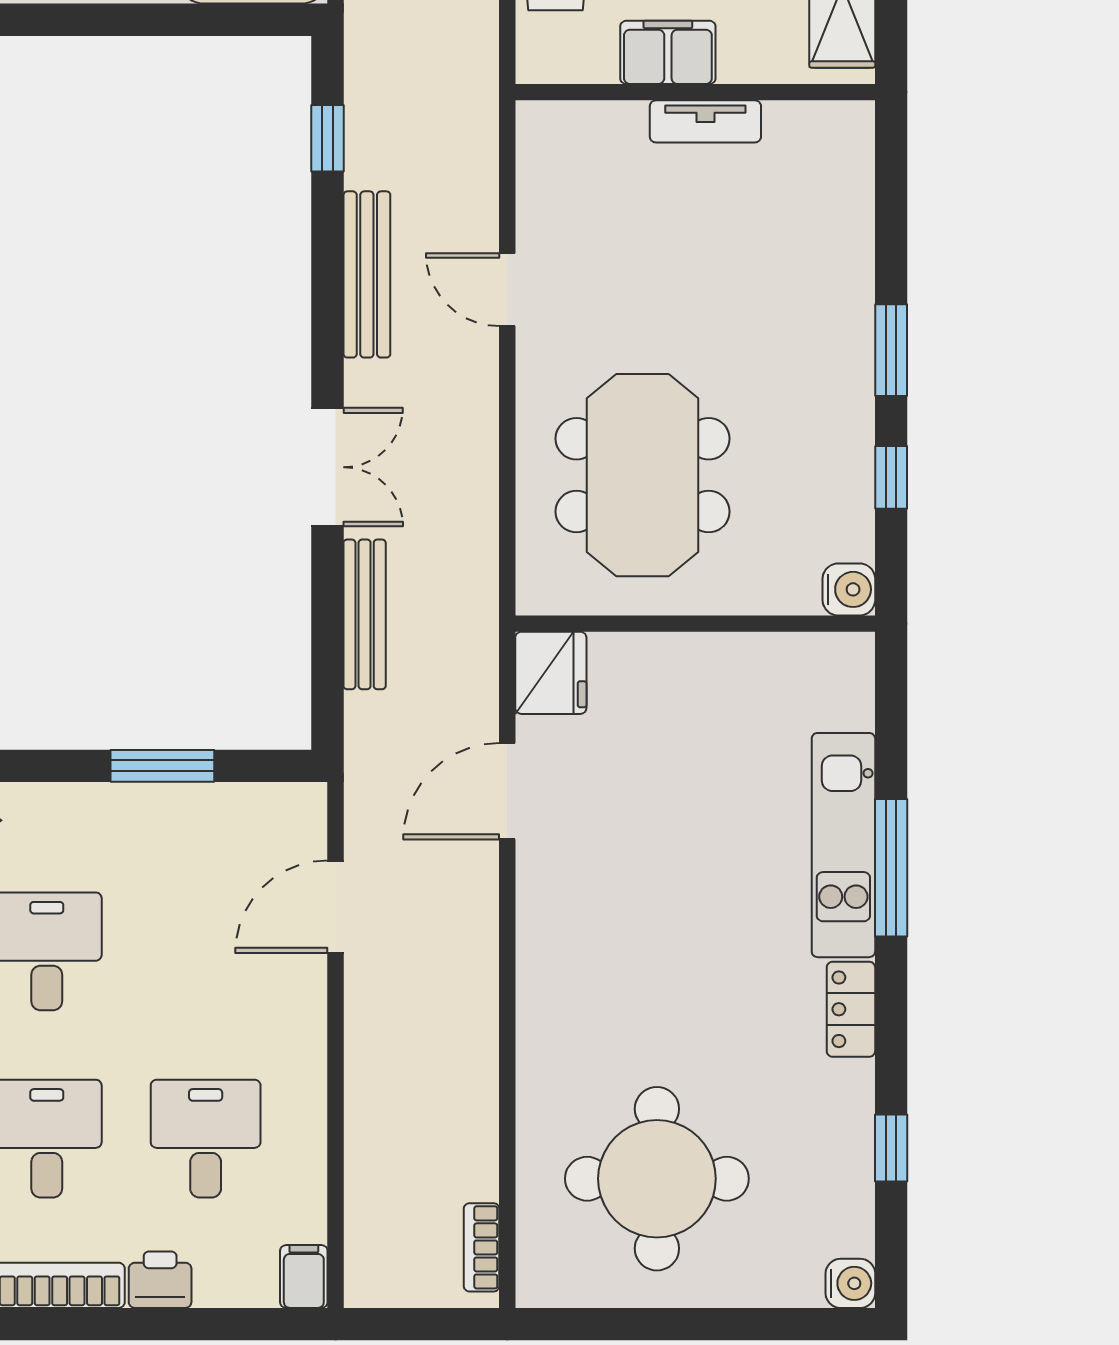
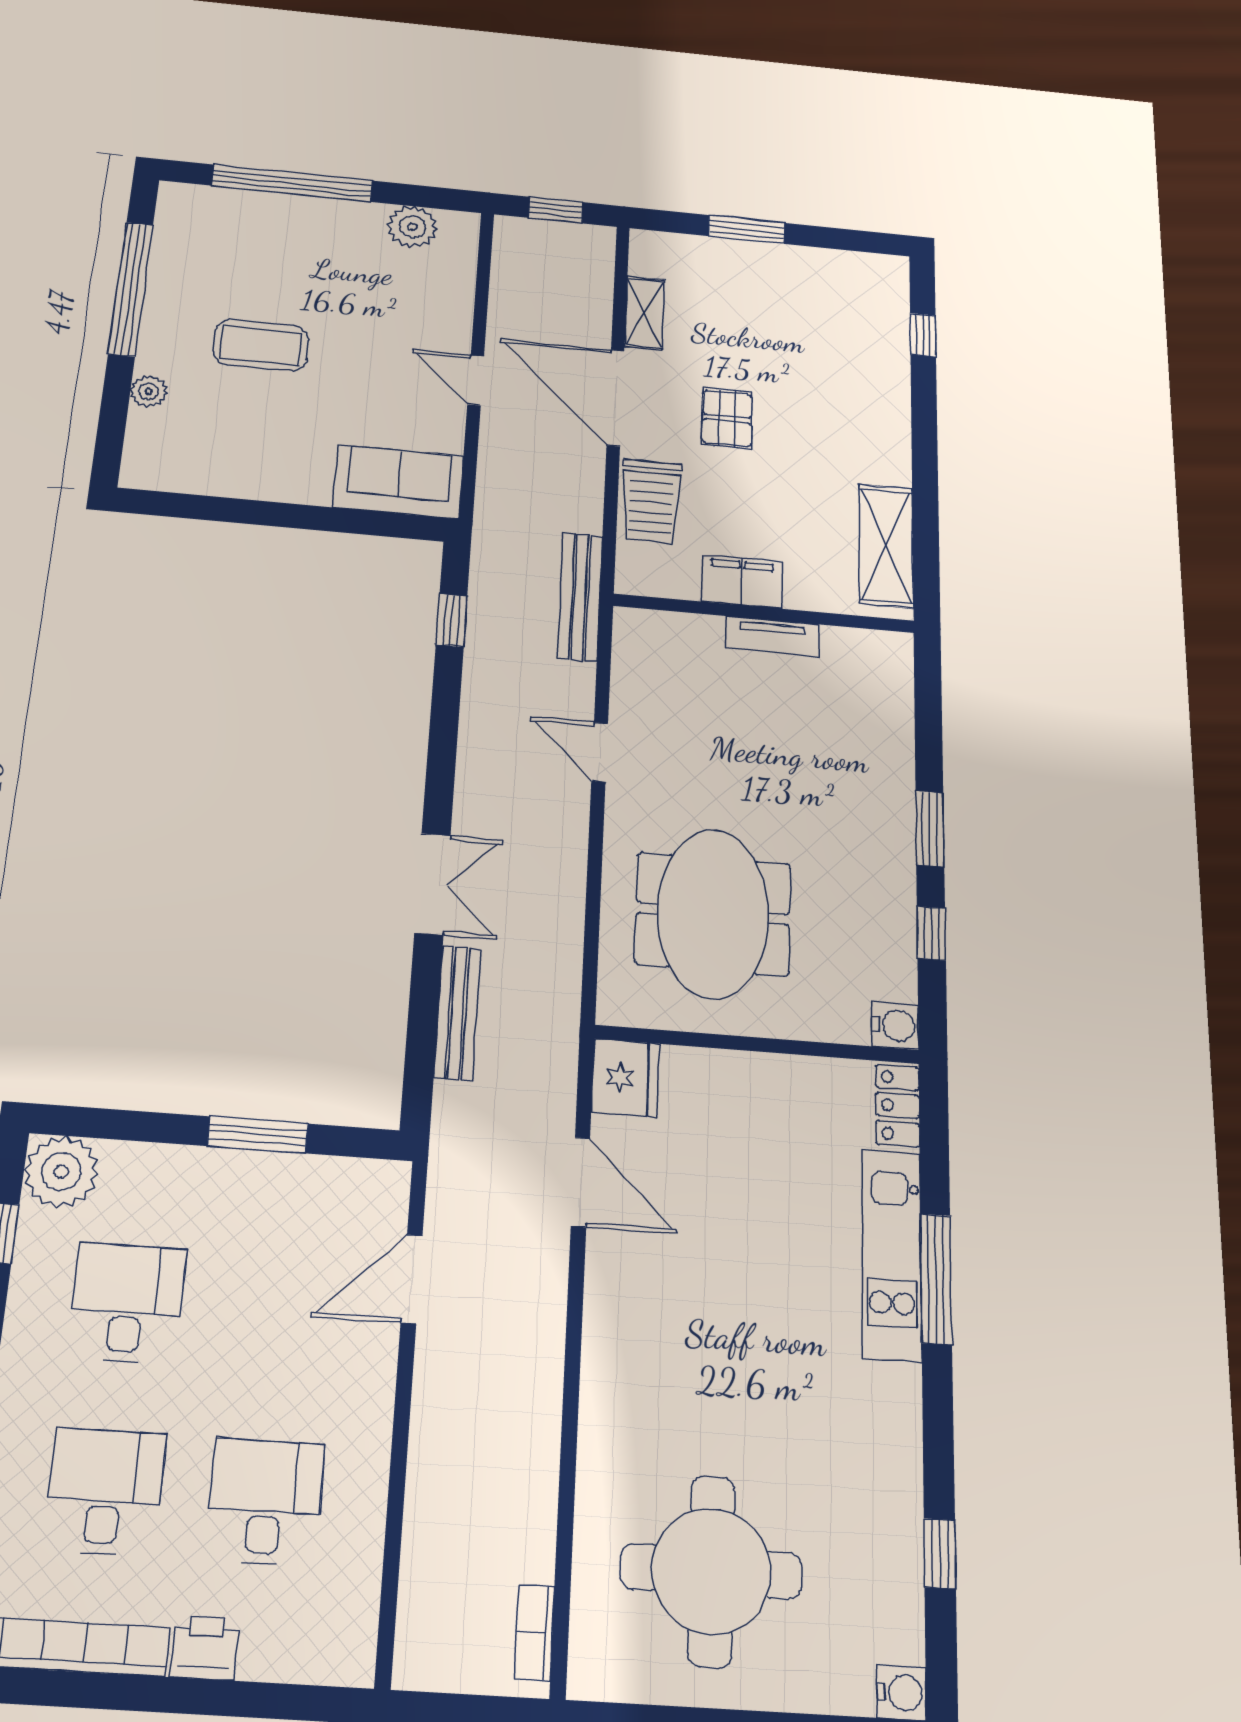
bench: (367, 274) -> (580, 597), moved
door: (507, 791) -> (581, 1182), swing flipped
locker: (851, 1009) -> (898, 1106), moved
filing cabinet: (304, 1276) -> (352, 1653), removed

